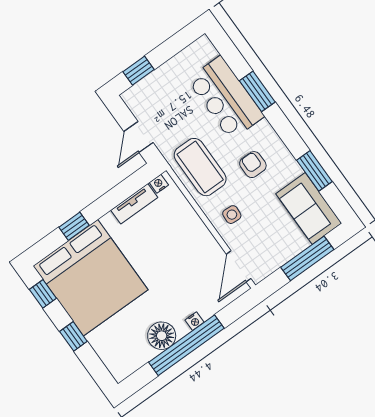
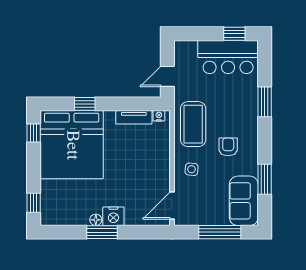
window: (139, 71) -> (234, 34), moved
bar counter: (226, 98) -> (228, 57), moved, turned -90
nightstand: (194, 321) -> (113, 216), width x1.89, depth x1.79
window: (73, 336) -> (34, 203), moved
floor lamp: (162, 336) -> (96, 220), width x0.53, depth x0.53
window: (186, 345) -> (102, 232), width x0.47

